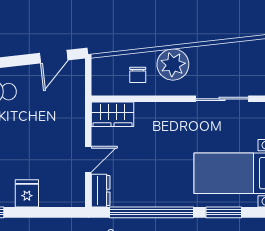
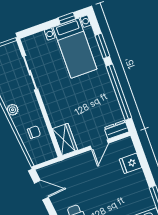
plant: (173, 65) -> (13, 110), width x0.53, depth x0.53
door: (88, 159) -> (99, 145), swing flipped
fridge: (27, 193) -> (130, 163), moved

